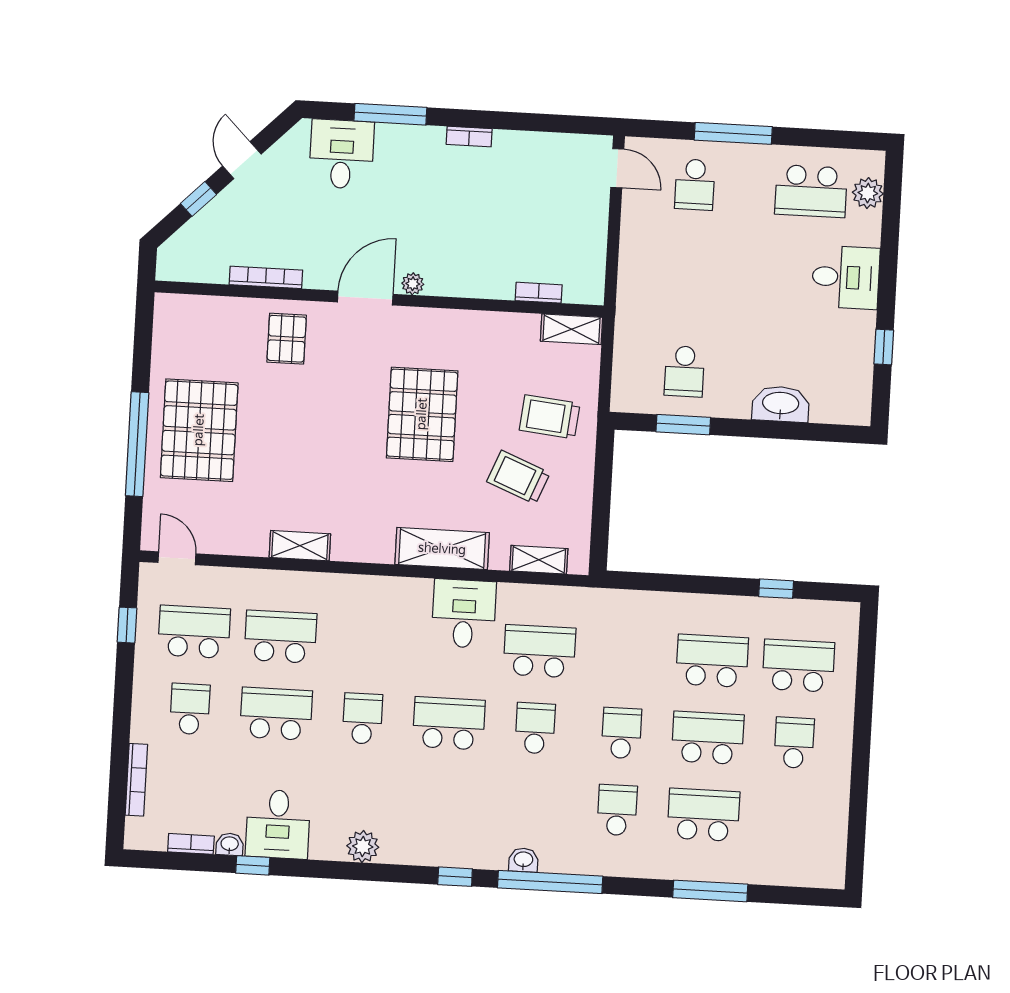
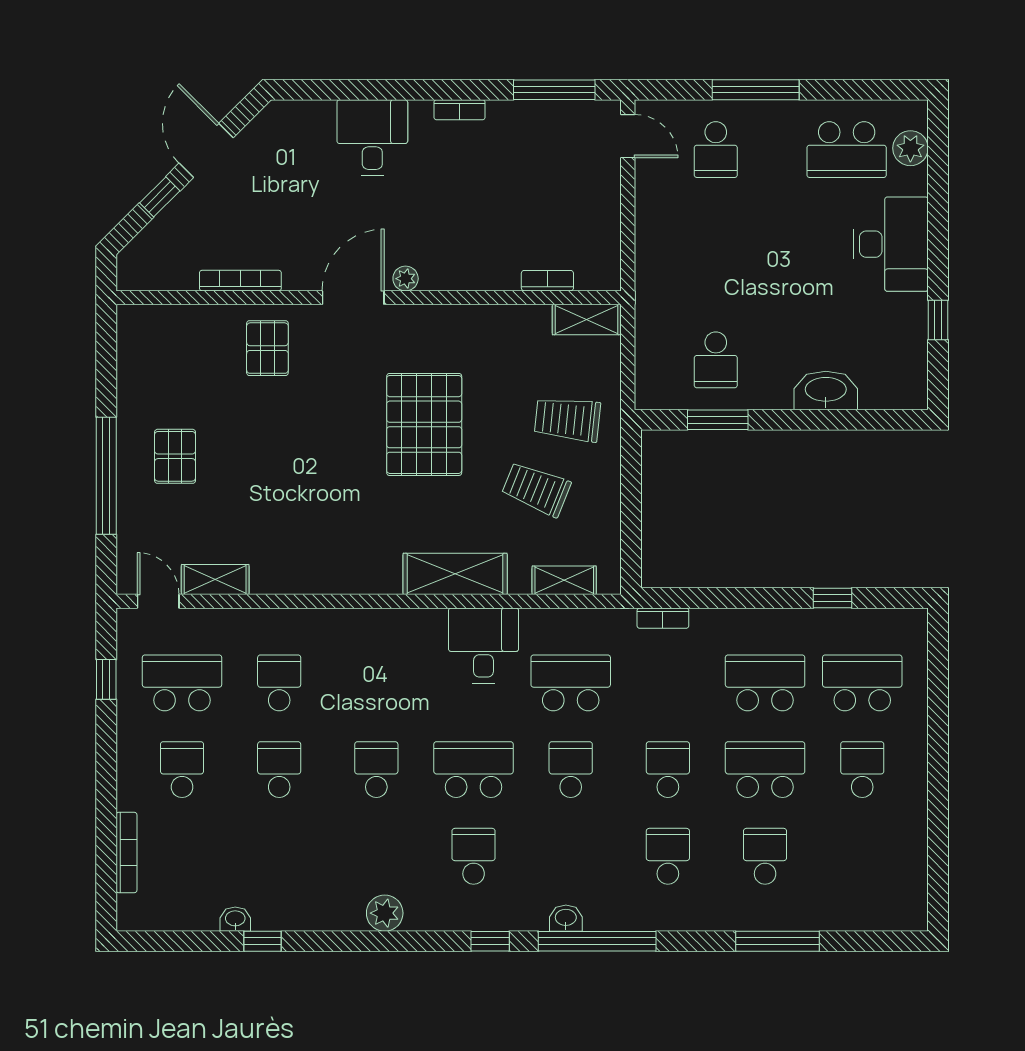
window: (390, 114) -> (554, 90), moved
desk: (342, 154) -> (372, 138), moved
door: (242, 160) -> (206, 150), width x1.37
desk: (846, 277) -> (891, 244), width x1.37
pallet: (199, 430) -> (175, 456), width x0.49, depth x0.50
shelving: (300, 546) -> (215, 579), moved
school desk: (280, 637) -> (279, 683), width x0.54
school desk: (276, 714) -> (279, 770), width x0.54
school desk: (444, 800) -> (474, 856), added
school desk: (703, 815) -> (765, 856), width x0.54
desk: (278, 824) -> (288, 893), removed
bookcase: (191, 844) -> (663, 618), moved, turned 180

